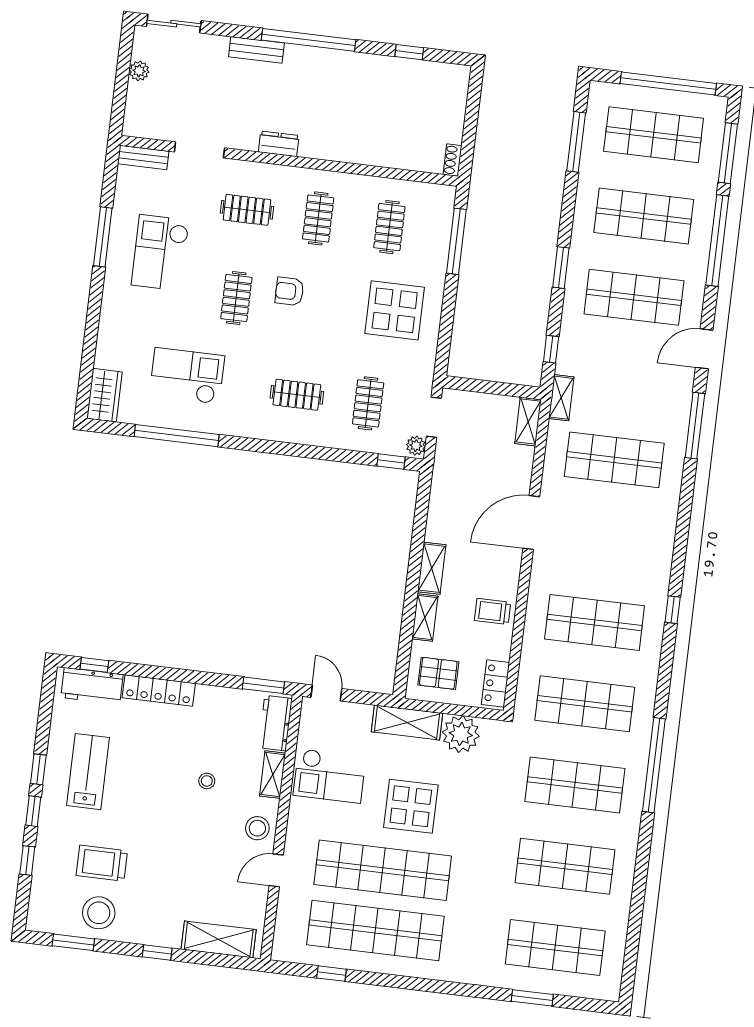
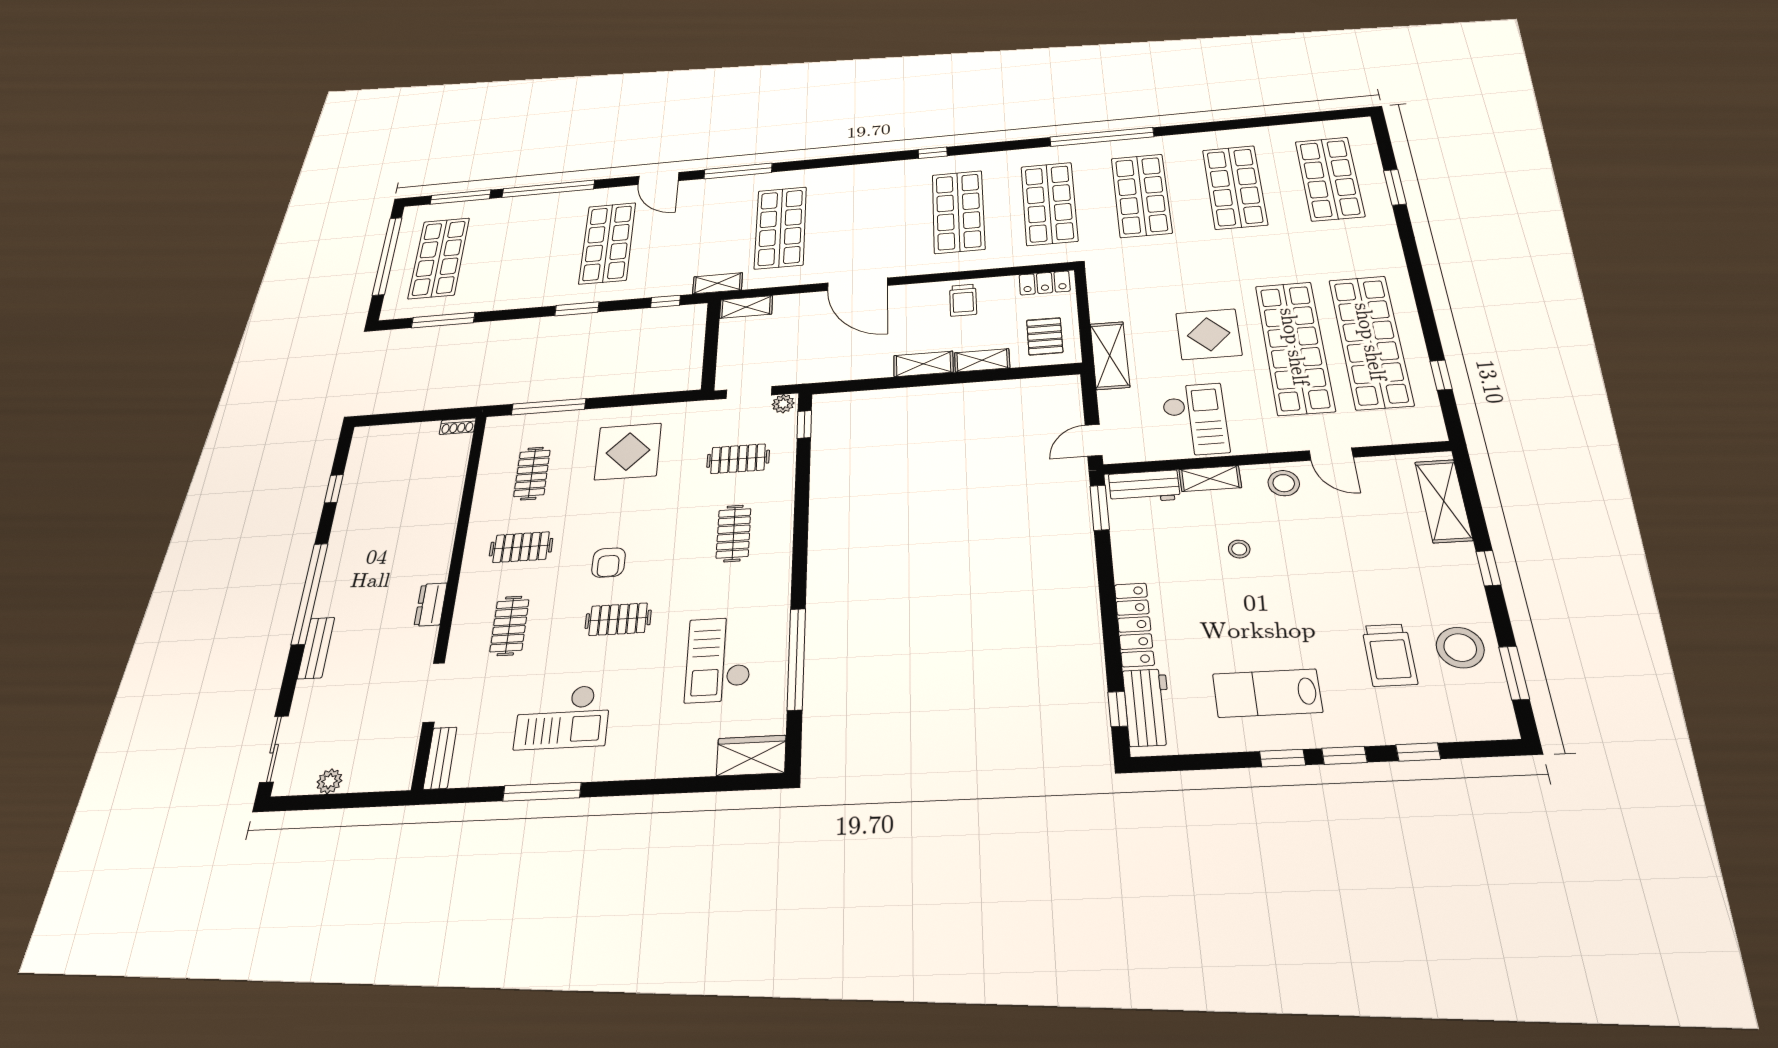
shop shelf: (644, 216) -> (523, 251), removed
clothes rail: (389, 227) -> (532, 473), turned 90
plant: (461, 734) -> (1111, 303), removed

